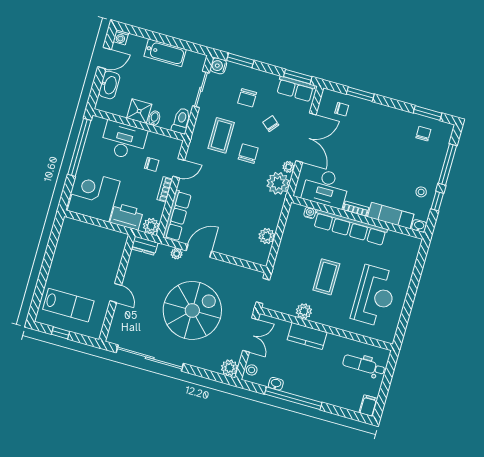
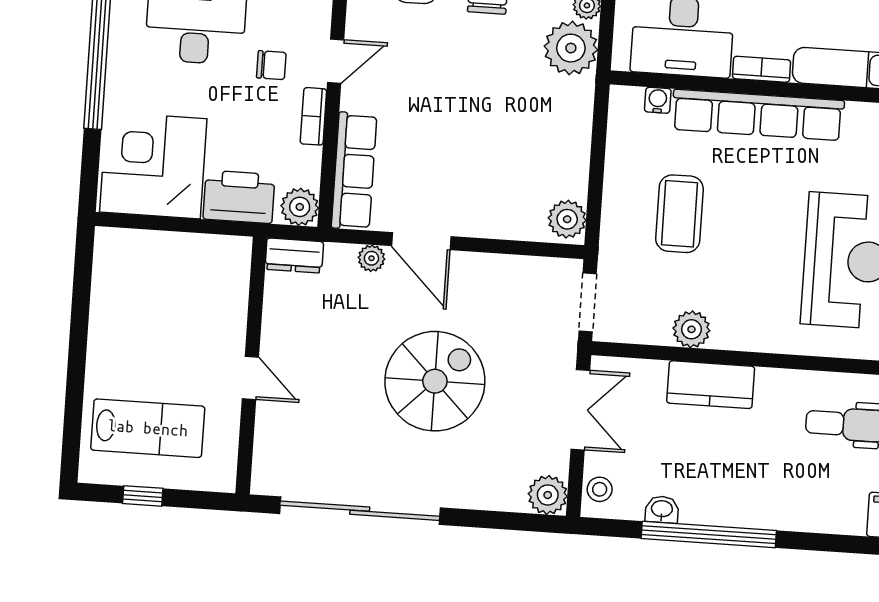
plant: (267, 236) -> (567, 219), moved
door: (199, 251) -> (421, 241), swing flipped
coffee table: (326, 277) -> (679, 214), moved
spiral stairs: (192, 310) -> (435, 381), width x0.73, depth x0.73

